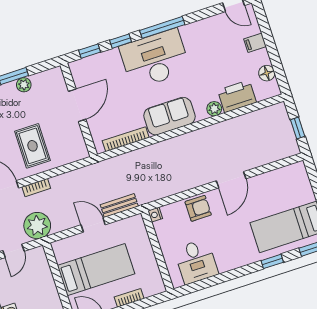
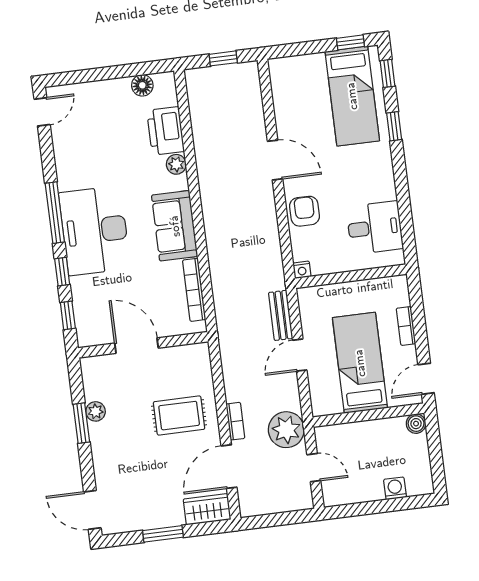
filing cabinet: (255, 43) -> (99, 93), removed

